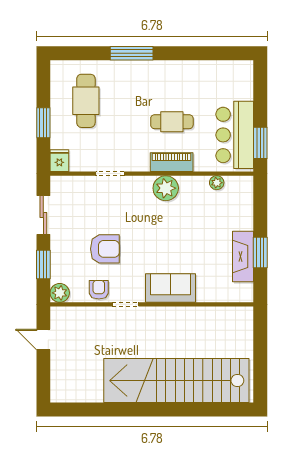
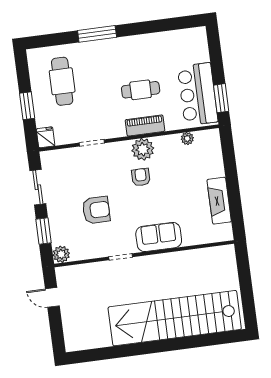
window: (260, 253) -> (234, 195), removed
armchair: (99, 290) -> (141, 177), moved

